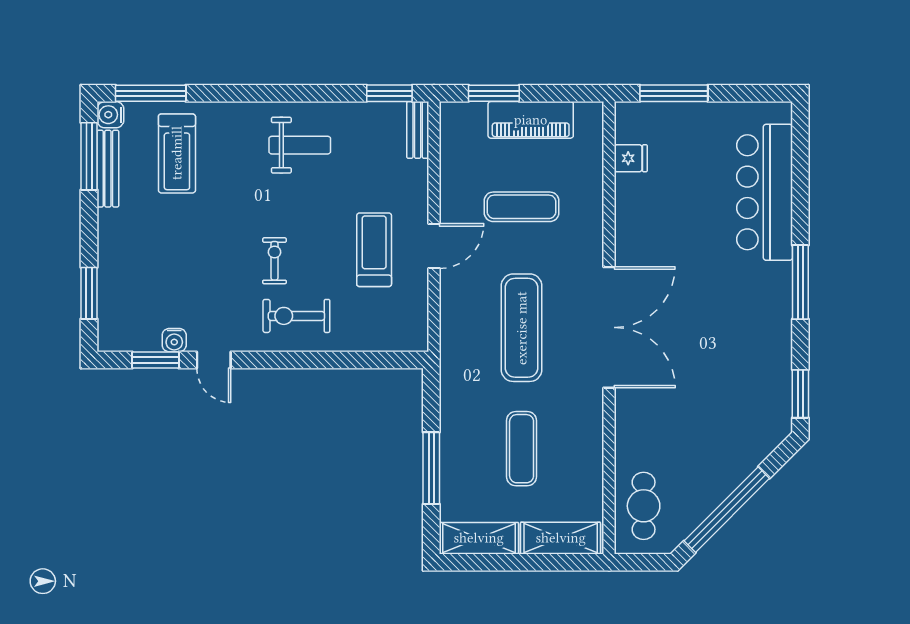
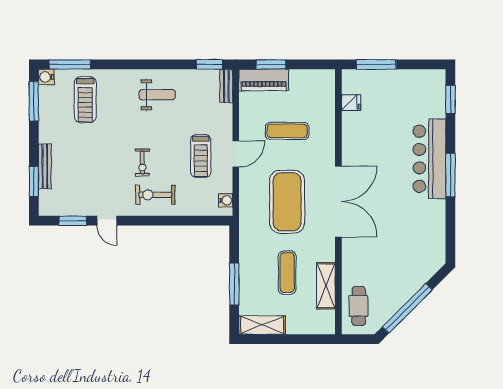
piano: (531, 120) -> (264, 80), moved
bench: (108, 169) -> (45, 166), moved
bar counter: (765, 192) -> (429, 159), moved
treadmill: (374, 250) -> (201, 156), turned 180
exercise bike: (275, 261) -> (142, 162), turned 180
exercise mat: (522, 328) -> (287, 202), width x1.47
water cooler: (174, 340) -> (226, 200), moved, turned -90
window: (800, 394) -> (450, 100), moved
shelving: (561, 538) -> (326, 286), moved, turned 90

